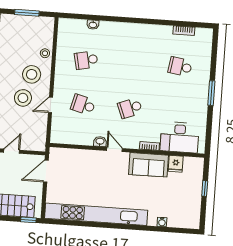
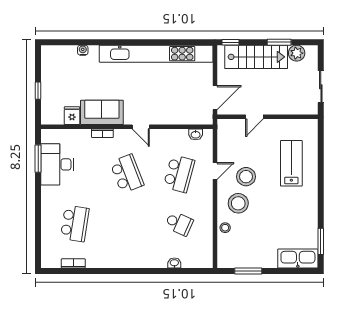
school desk: (86, 60) -> (179, 223), turned 36
school desk: (180, 67) -> (75, 223), width x1.85
window: (211, 93) -> (38, 159), moved
school desk: (83, 105) -> (179, 174), width x1.85
school desk: (130, 108) -> (127, 174), width x1.85
desk: (180, 137) -> (57, 164), moved, turned -90
washbasin: (100, 141) -> (196, 134), moved

